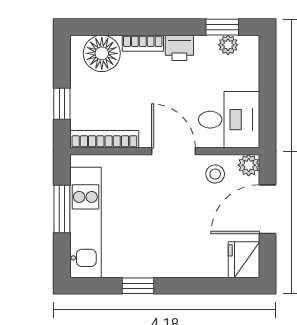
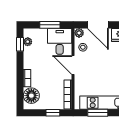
printer: (179, 48) -> (29, 62), removed
window: (268, 97) -> (50, 25), added
door: (173, 151) -> (73, 65), hinge flipped

